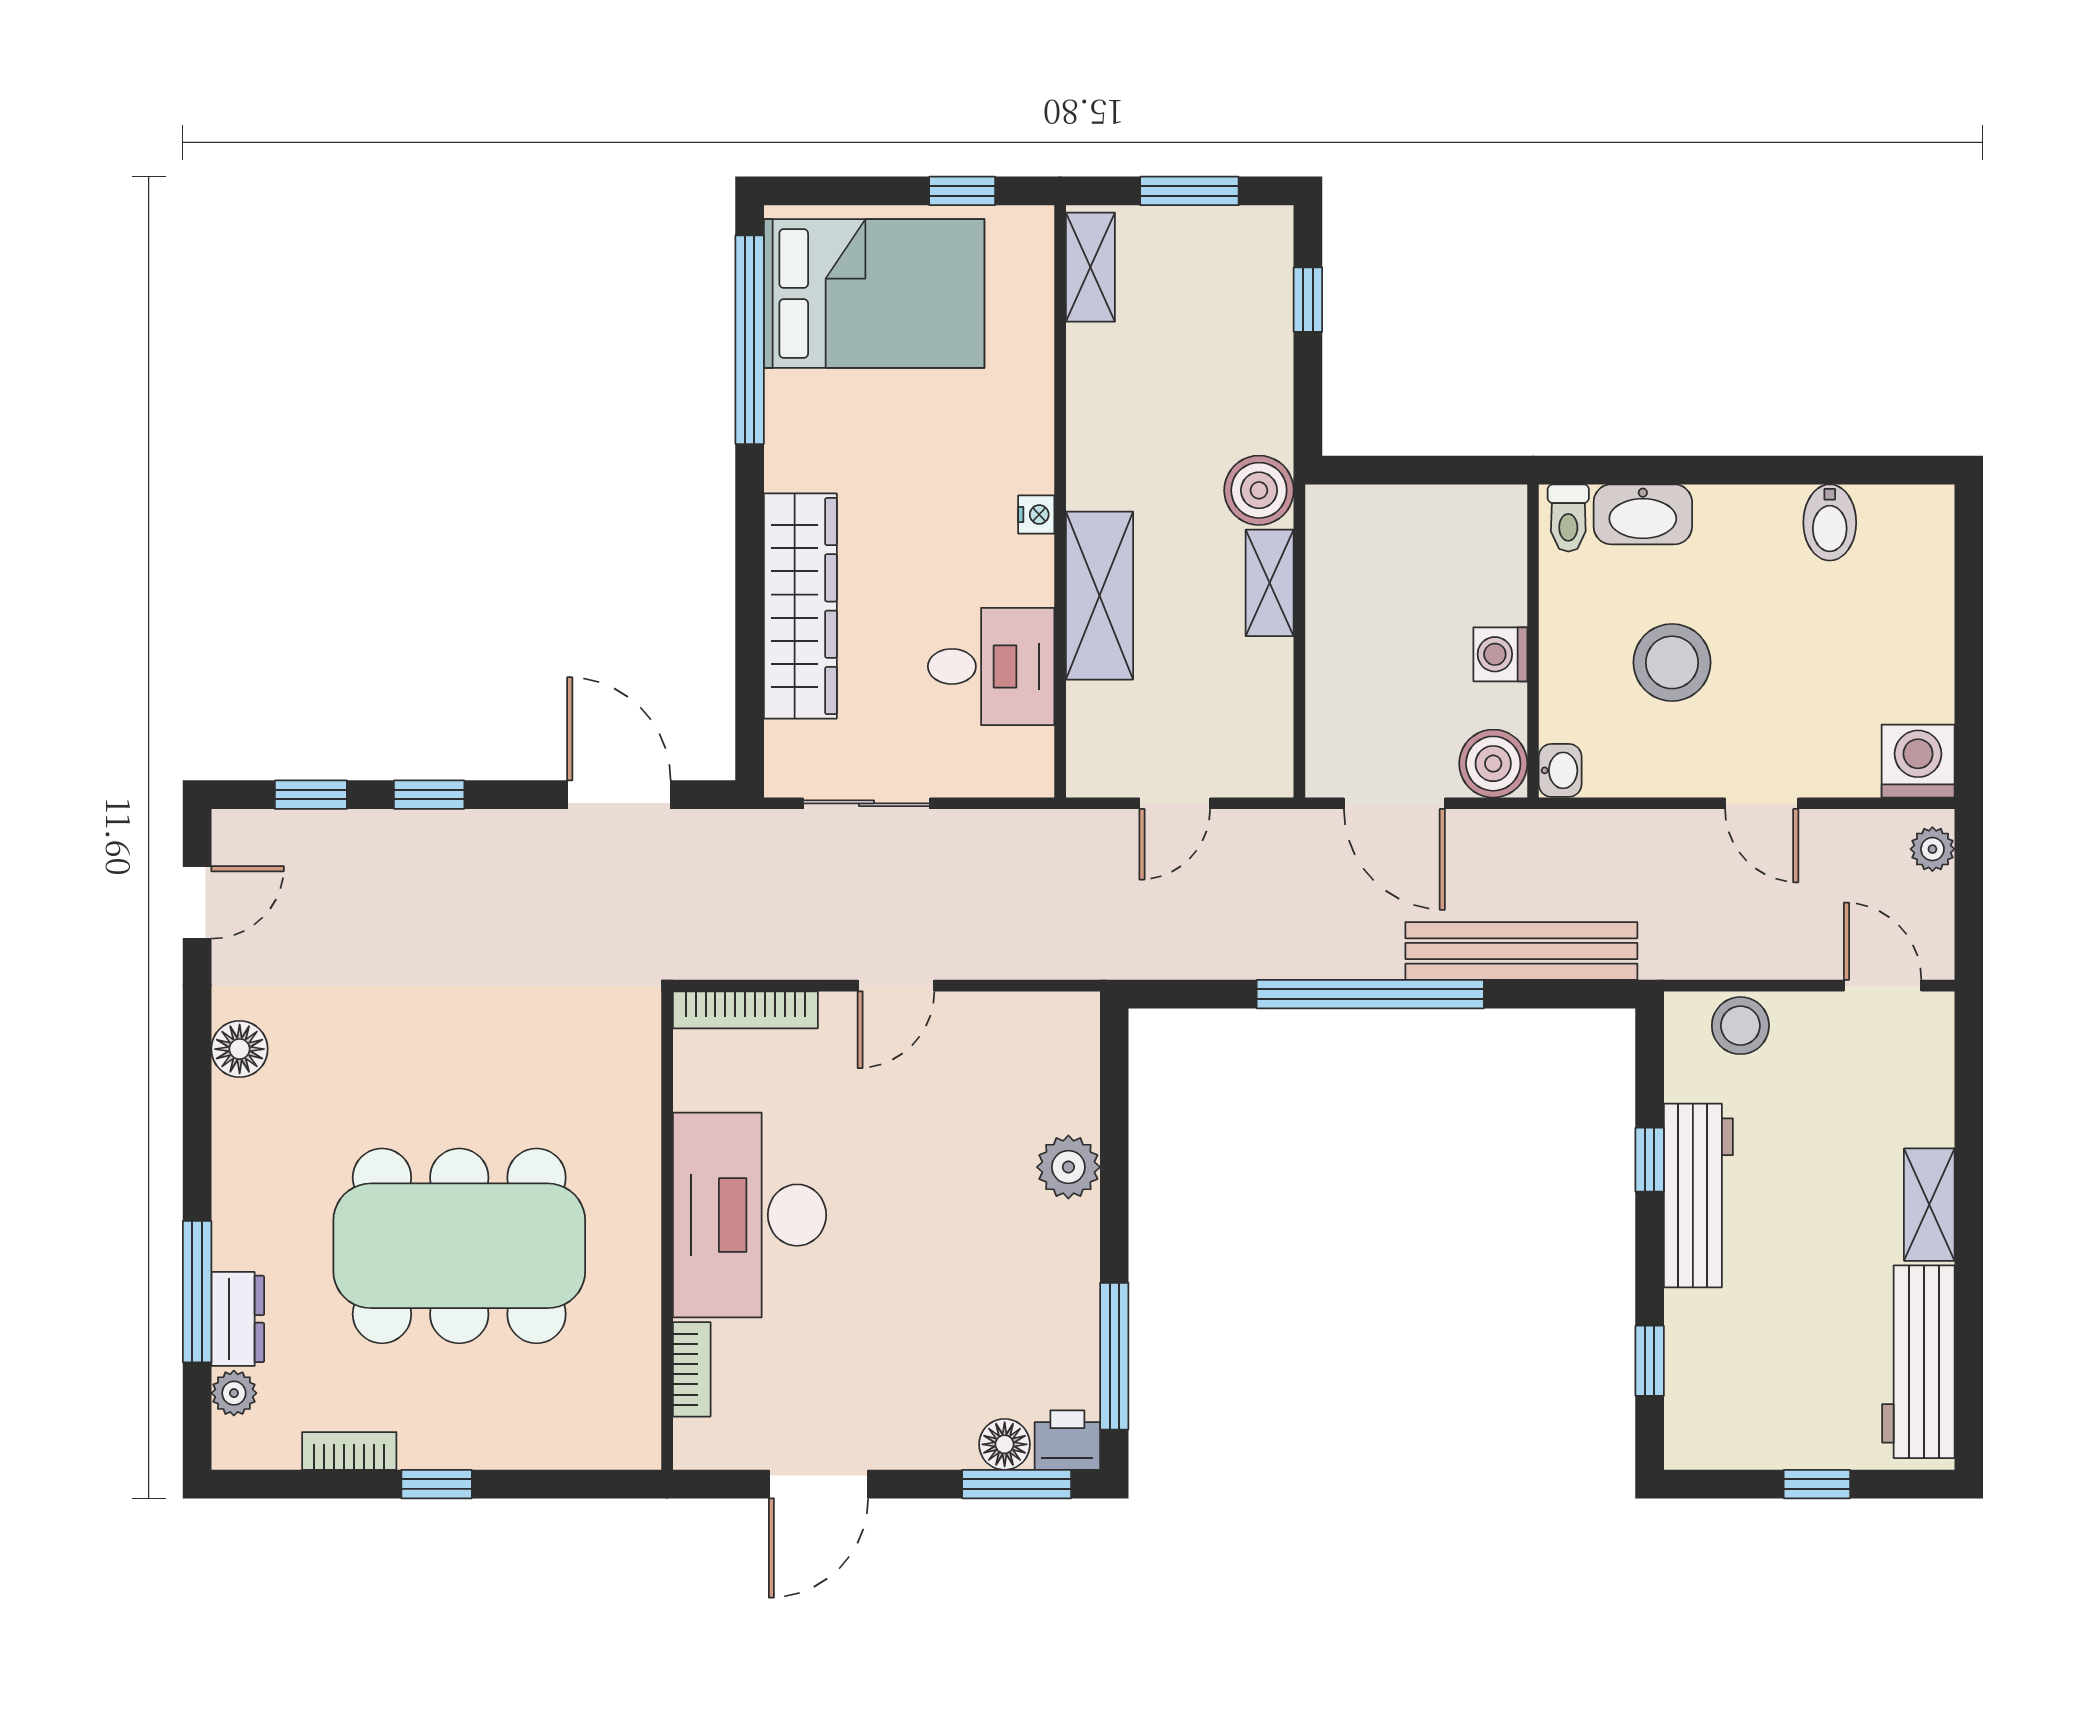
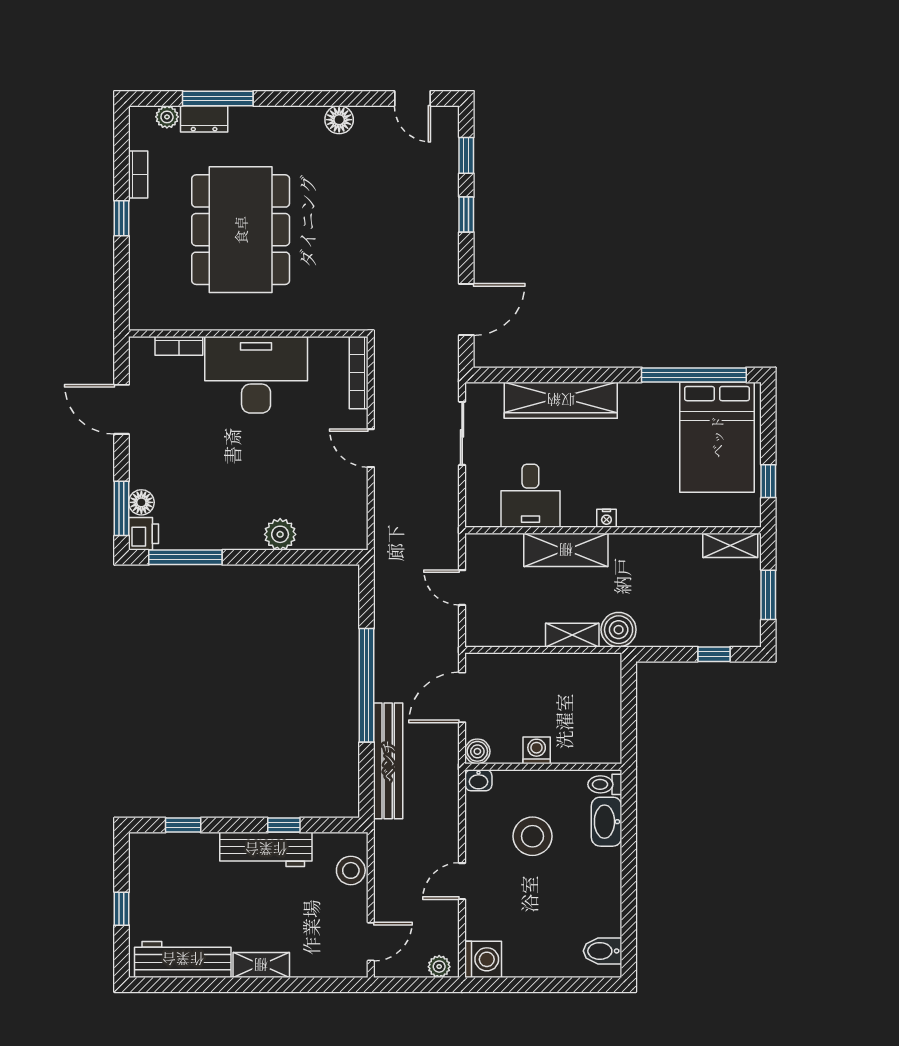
bidet: (1830, 522) -> (602, 951), moved
boiler: (1493, 764) -> (477, 751), width x0.73, depth x0.73

